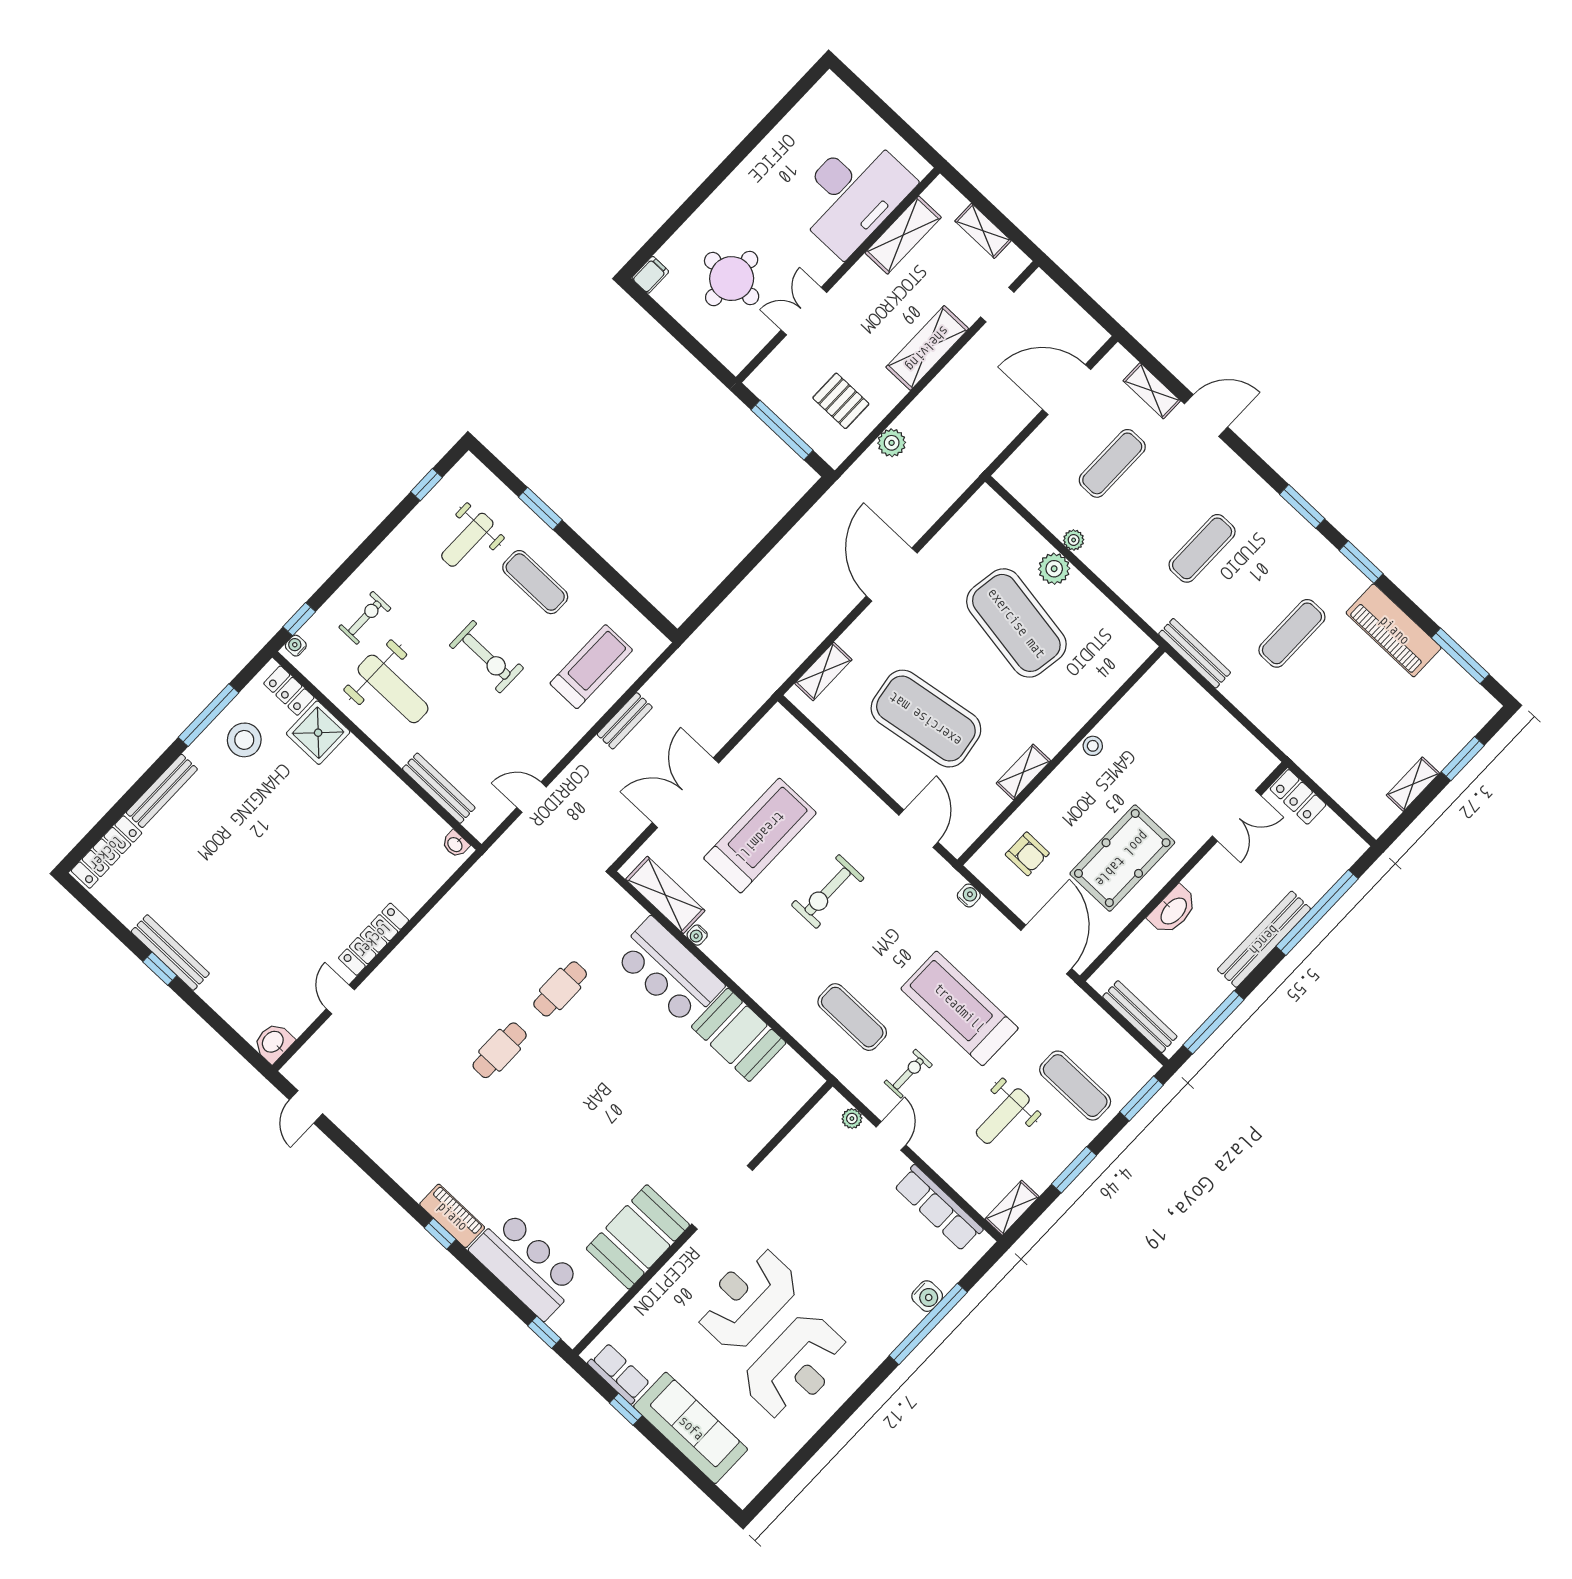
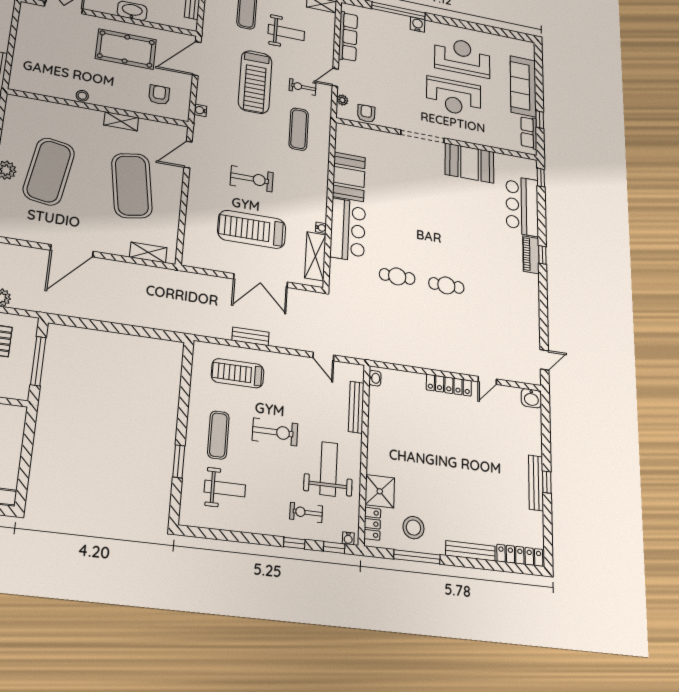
window: (426, 485) -> (294, 543), moved
exercise bike: (486, 657) -> (275, 432), turned 90
armchair: (810, 1139) -> (366, 113), added
water cooler: (927, 1296) -> (417, 25), moved

